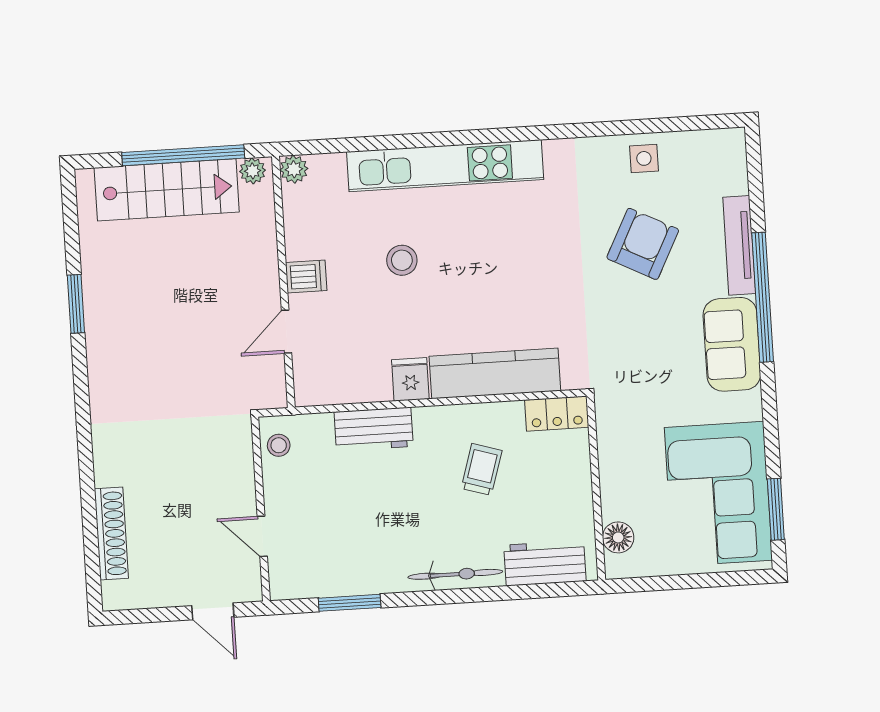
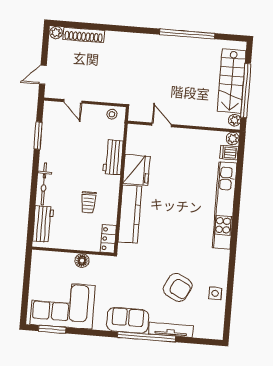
stool: (402, 260) -> (186, 180), removed
dishwasher: (306, 276) -> (229, 153), moved, turned 90
window: (76, 304) -> (187, 34), width x2.11
fridge: (410, 379) -> (136, 170), width x1.88, depth x1.34
trolley: (482, 469) -> (88, 202), turned 73
door: (262, 536) -> (73, 101), swing flipped
floor lamp: (618, 537) -> (82, 261), moved
plant: (115, 596) -> (56, 33), added

